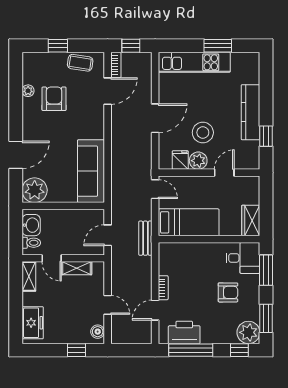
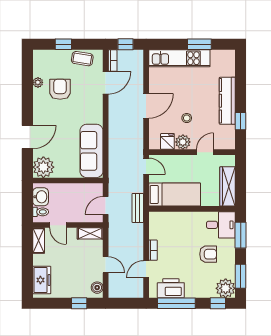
stool: (203, 133) -> (187, 118), width x0.53, depth x0.53
wardrobe: (251, 221) -> (228, 186), width x1.50
shelving: (77, 268) -> (90, 233), moved

